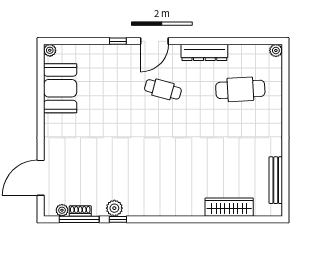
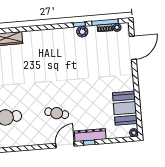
dresser: (204, 52) -> (90, 135), moved

